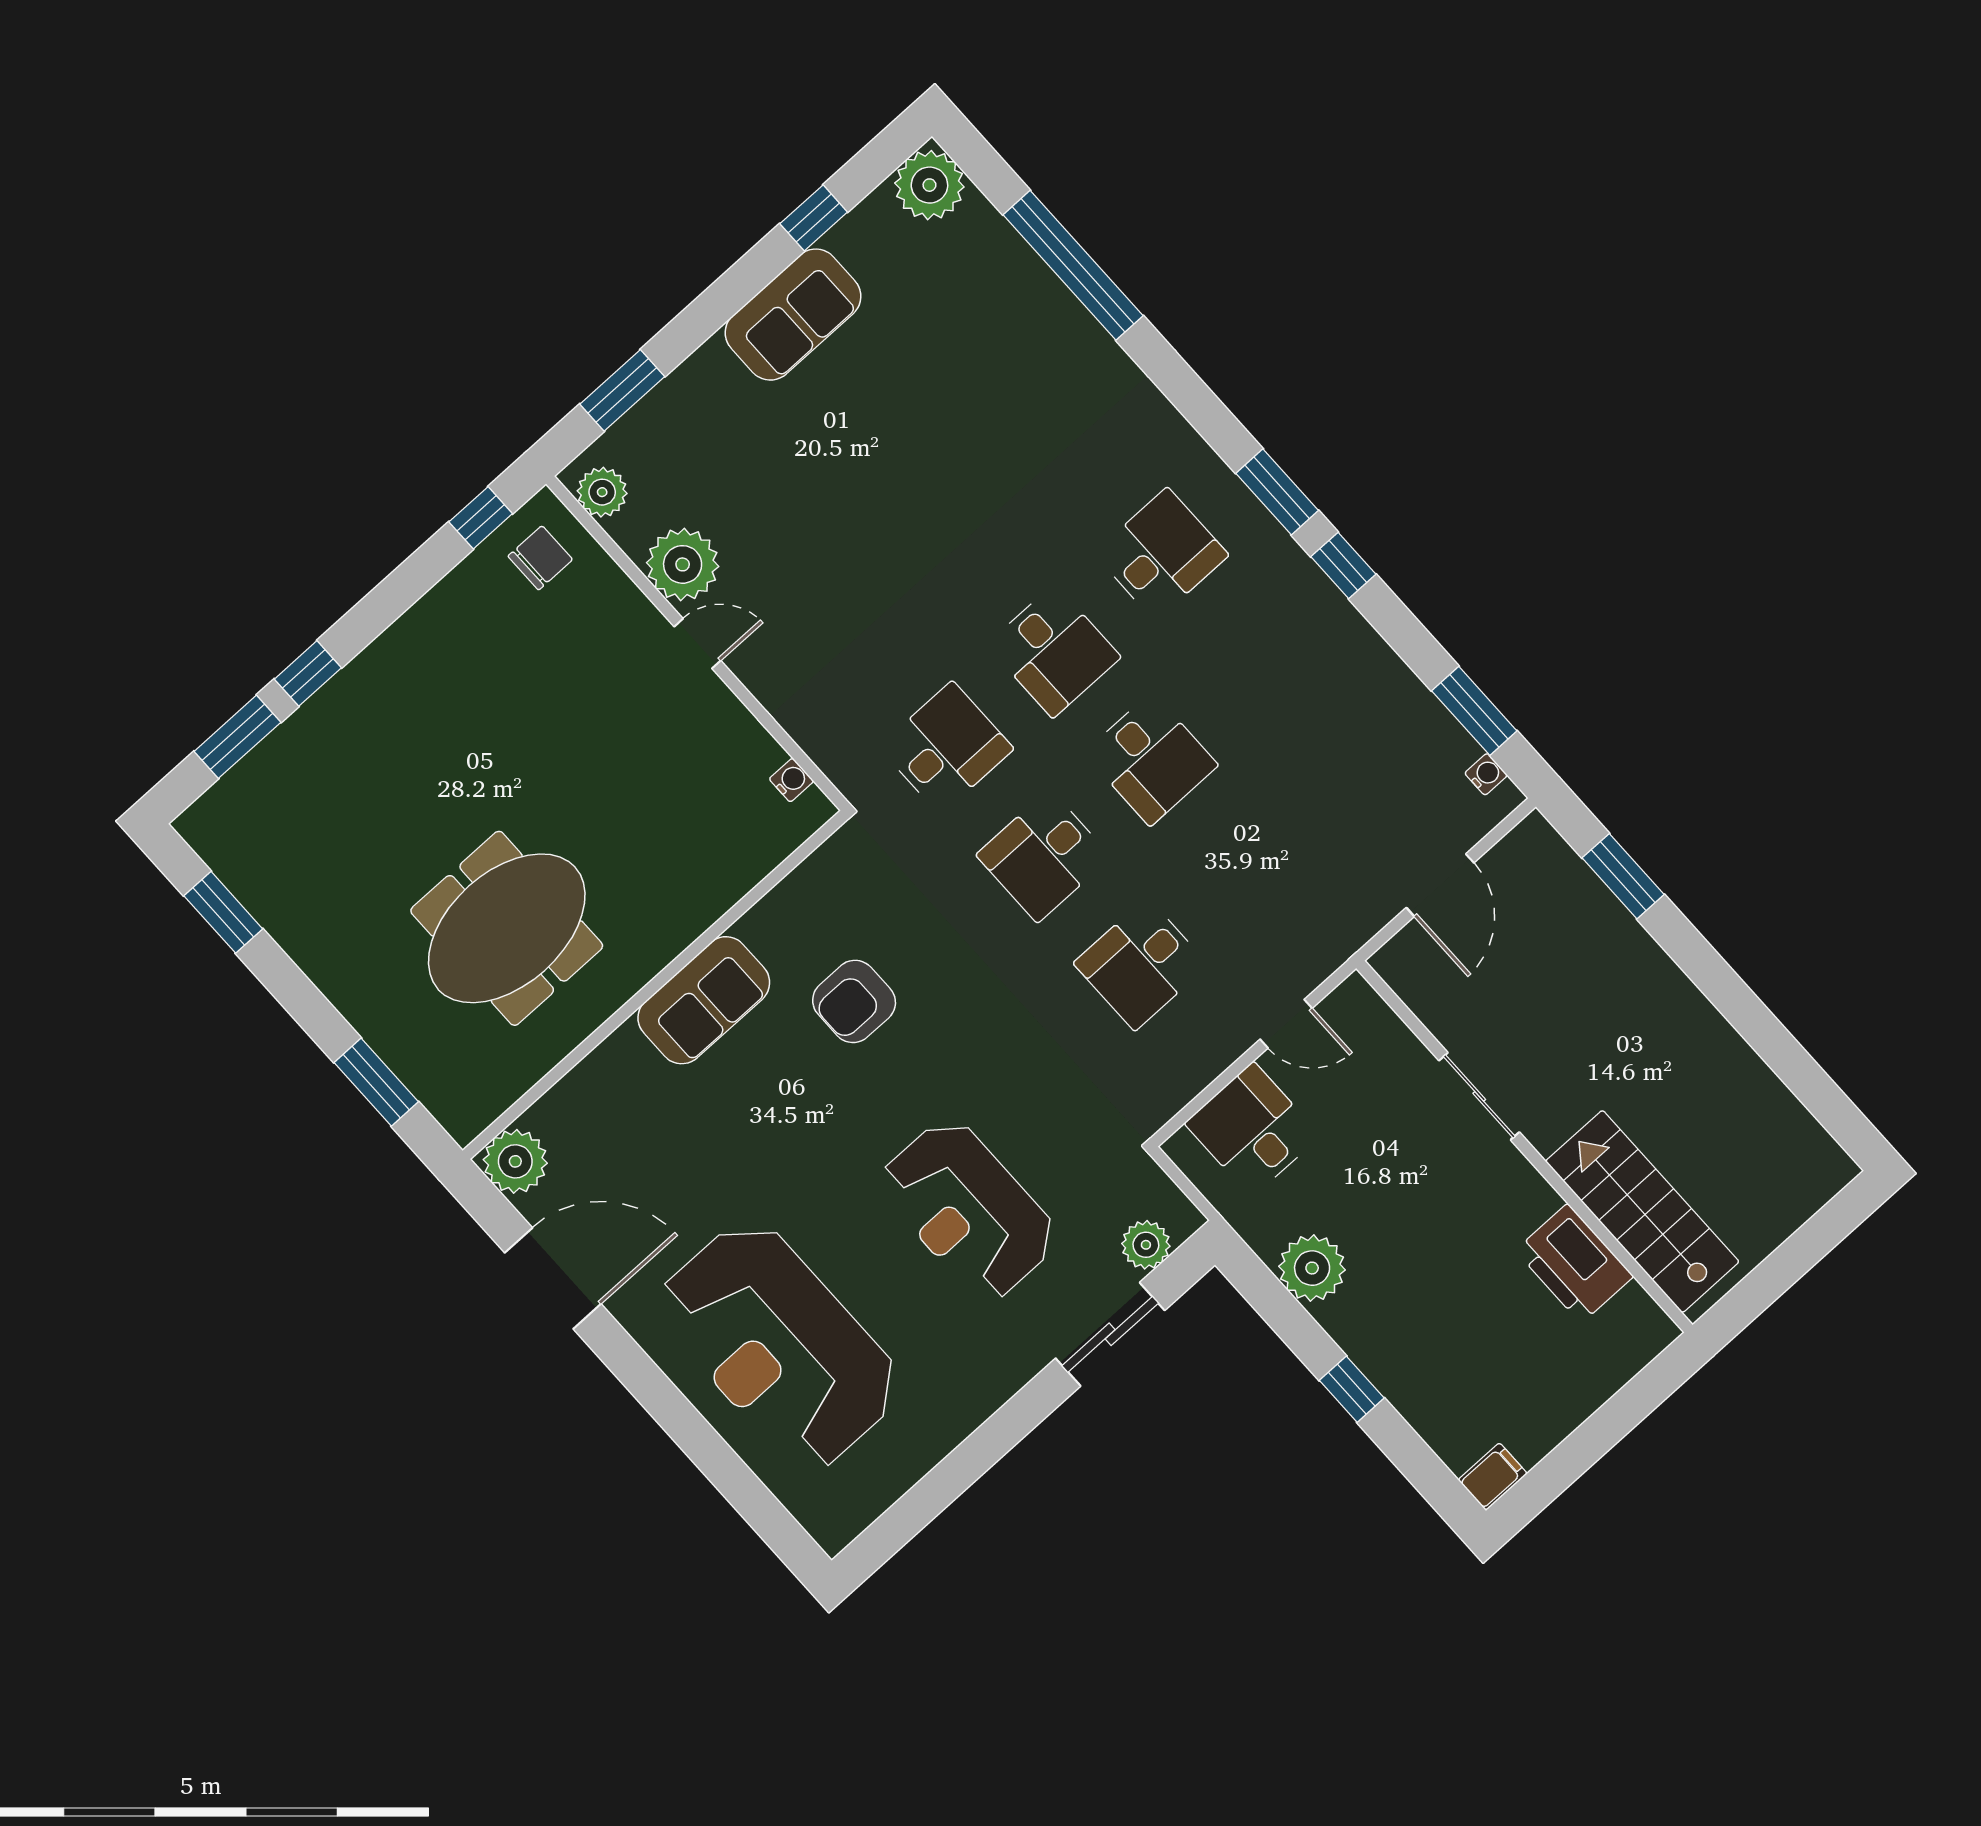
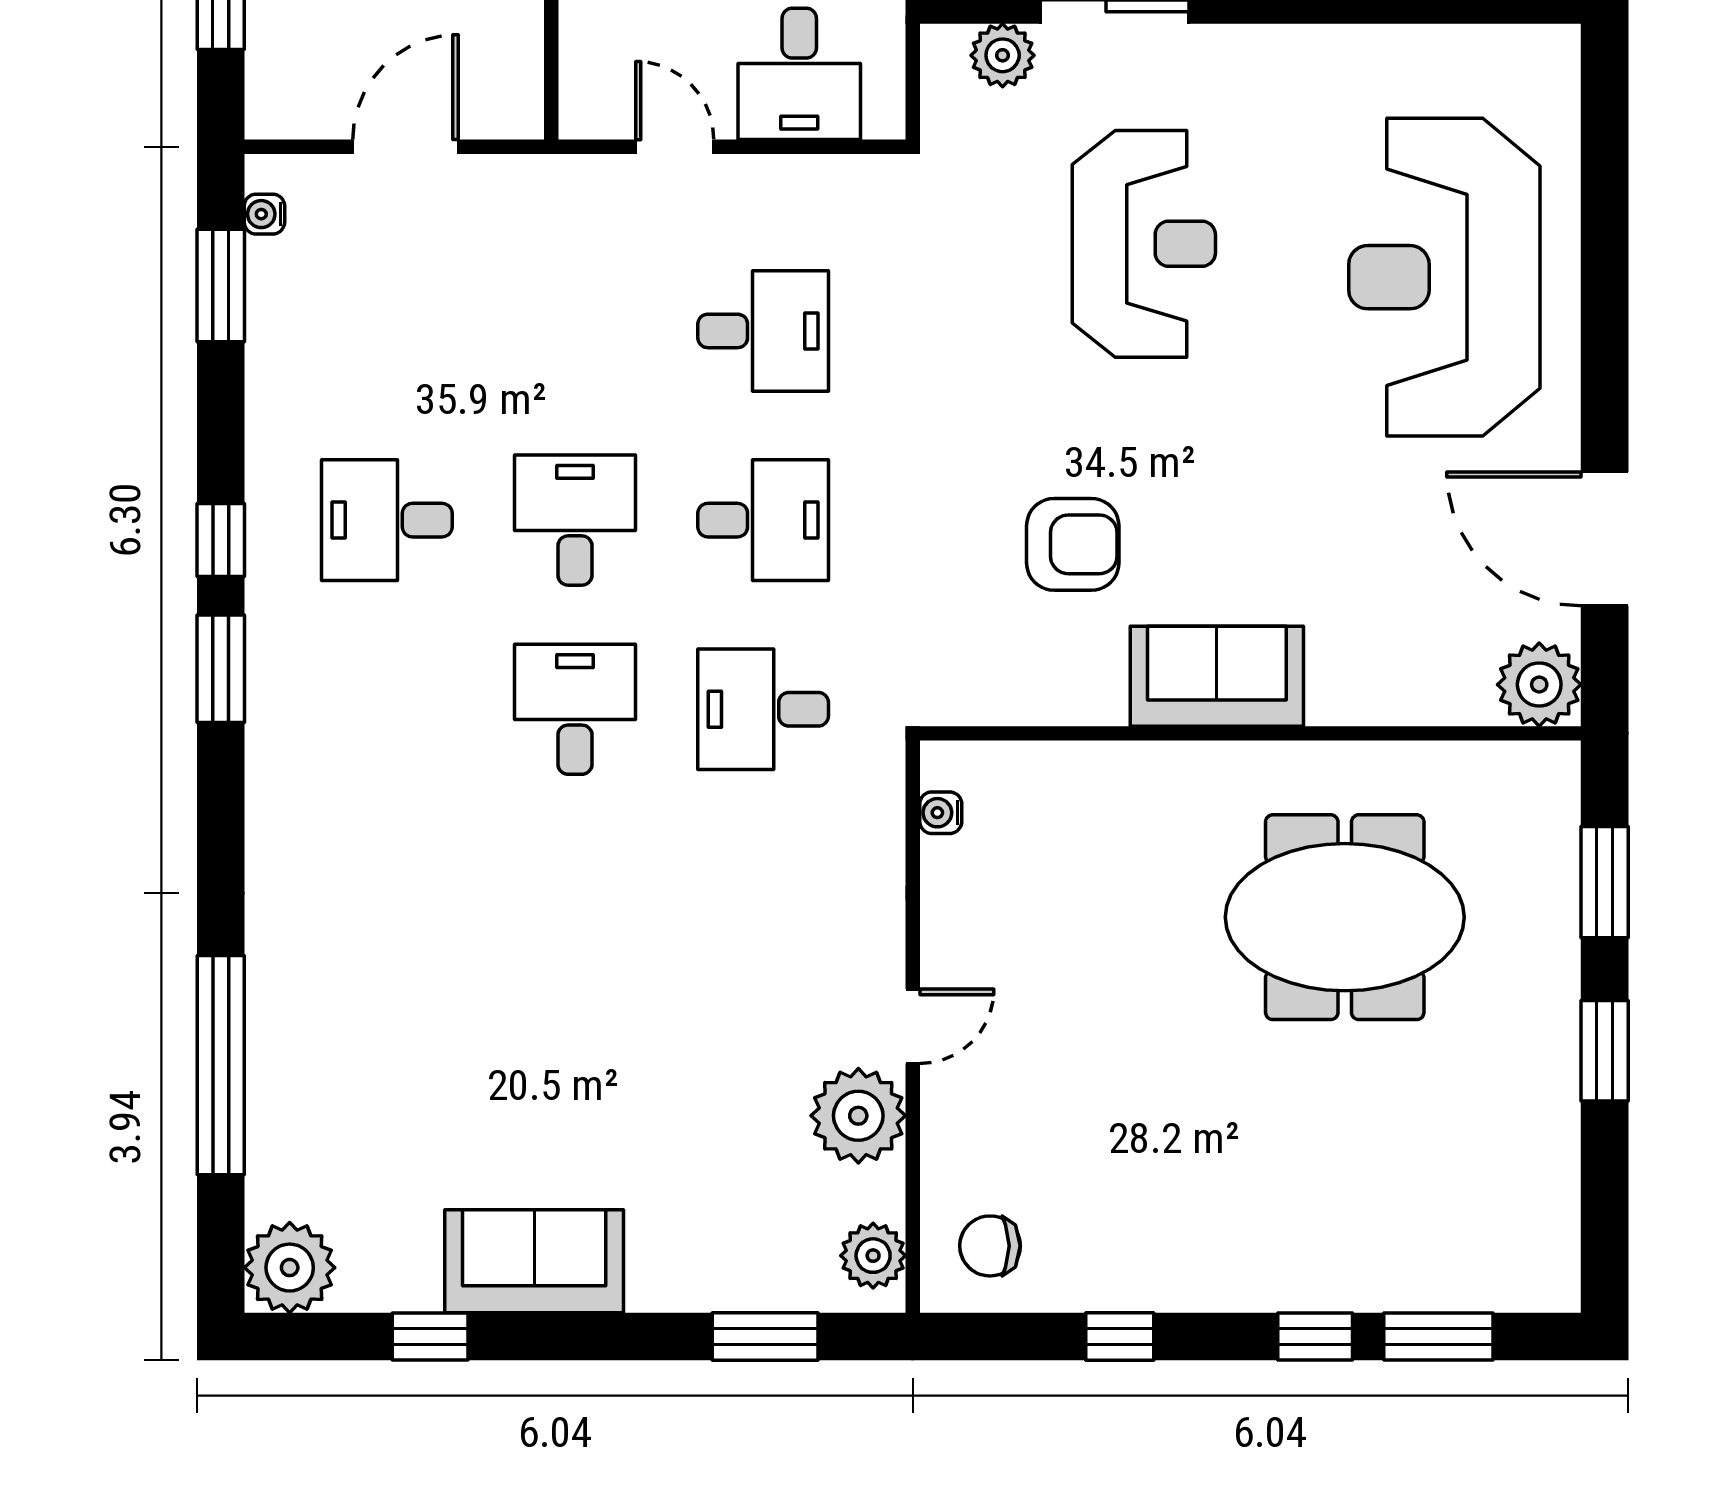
window: (481, 518) -> (1120, 1336), moved
desk: (1161, 554) -> (387, 520), moved
door: (698, 644) -> (913, 1026), swing flipped
window: (223, 912) -> (1605, 1051), moved
reception desk: (779, 1345) -> (1444, 277), turned 180

